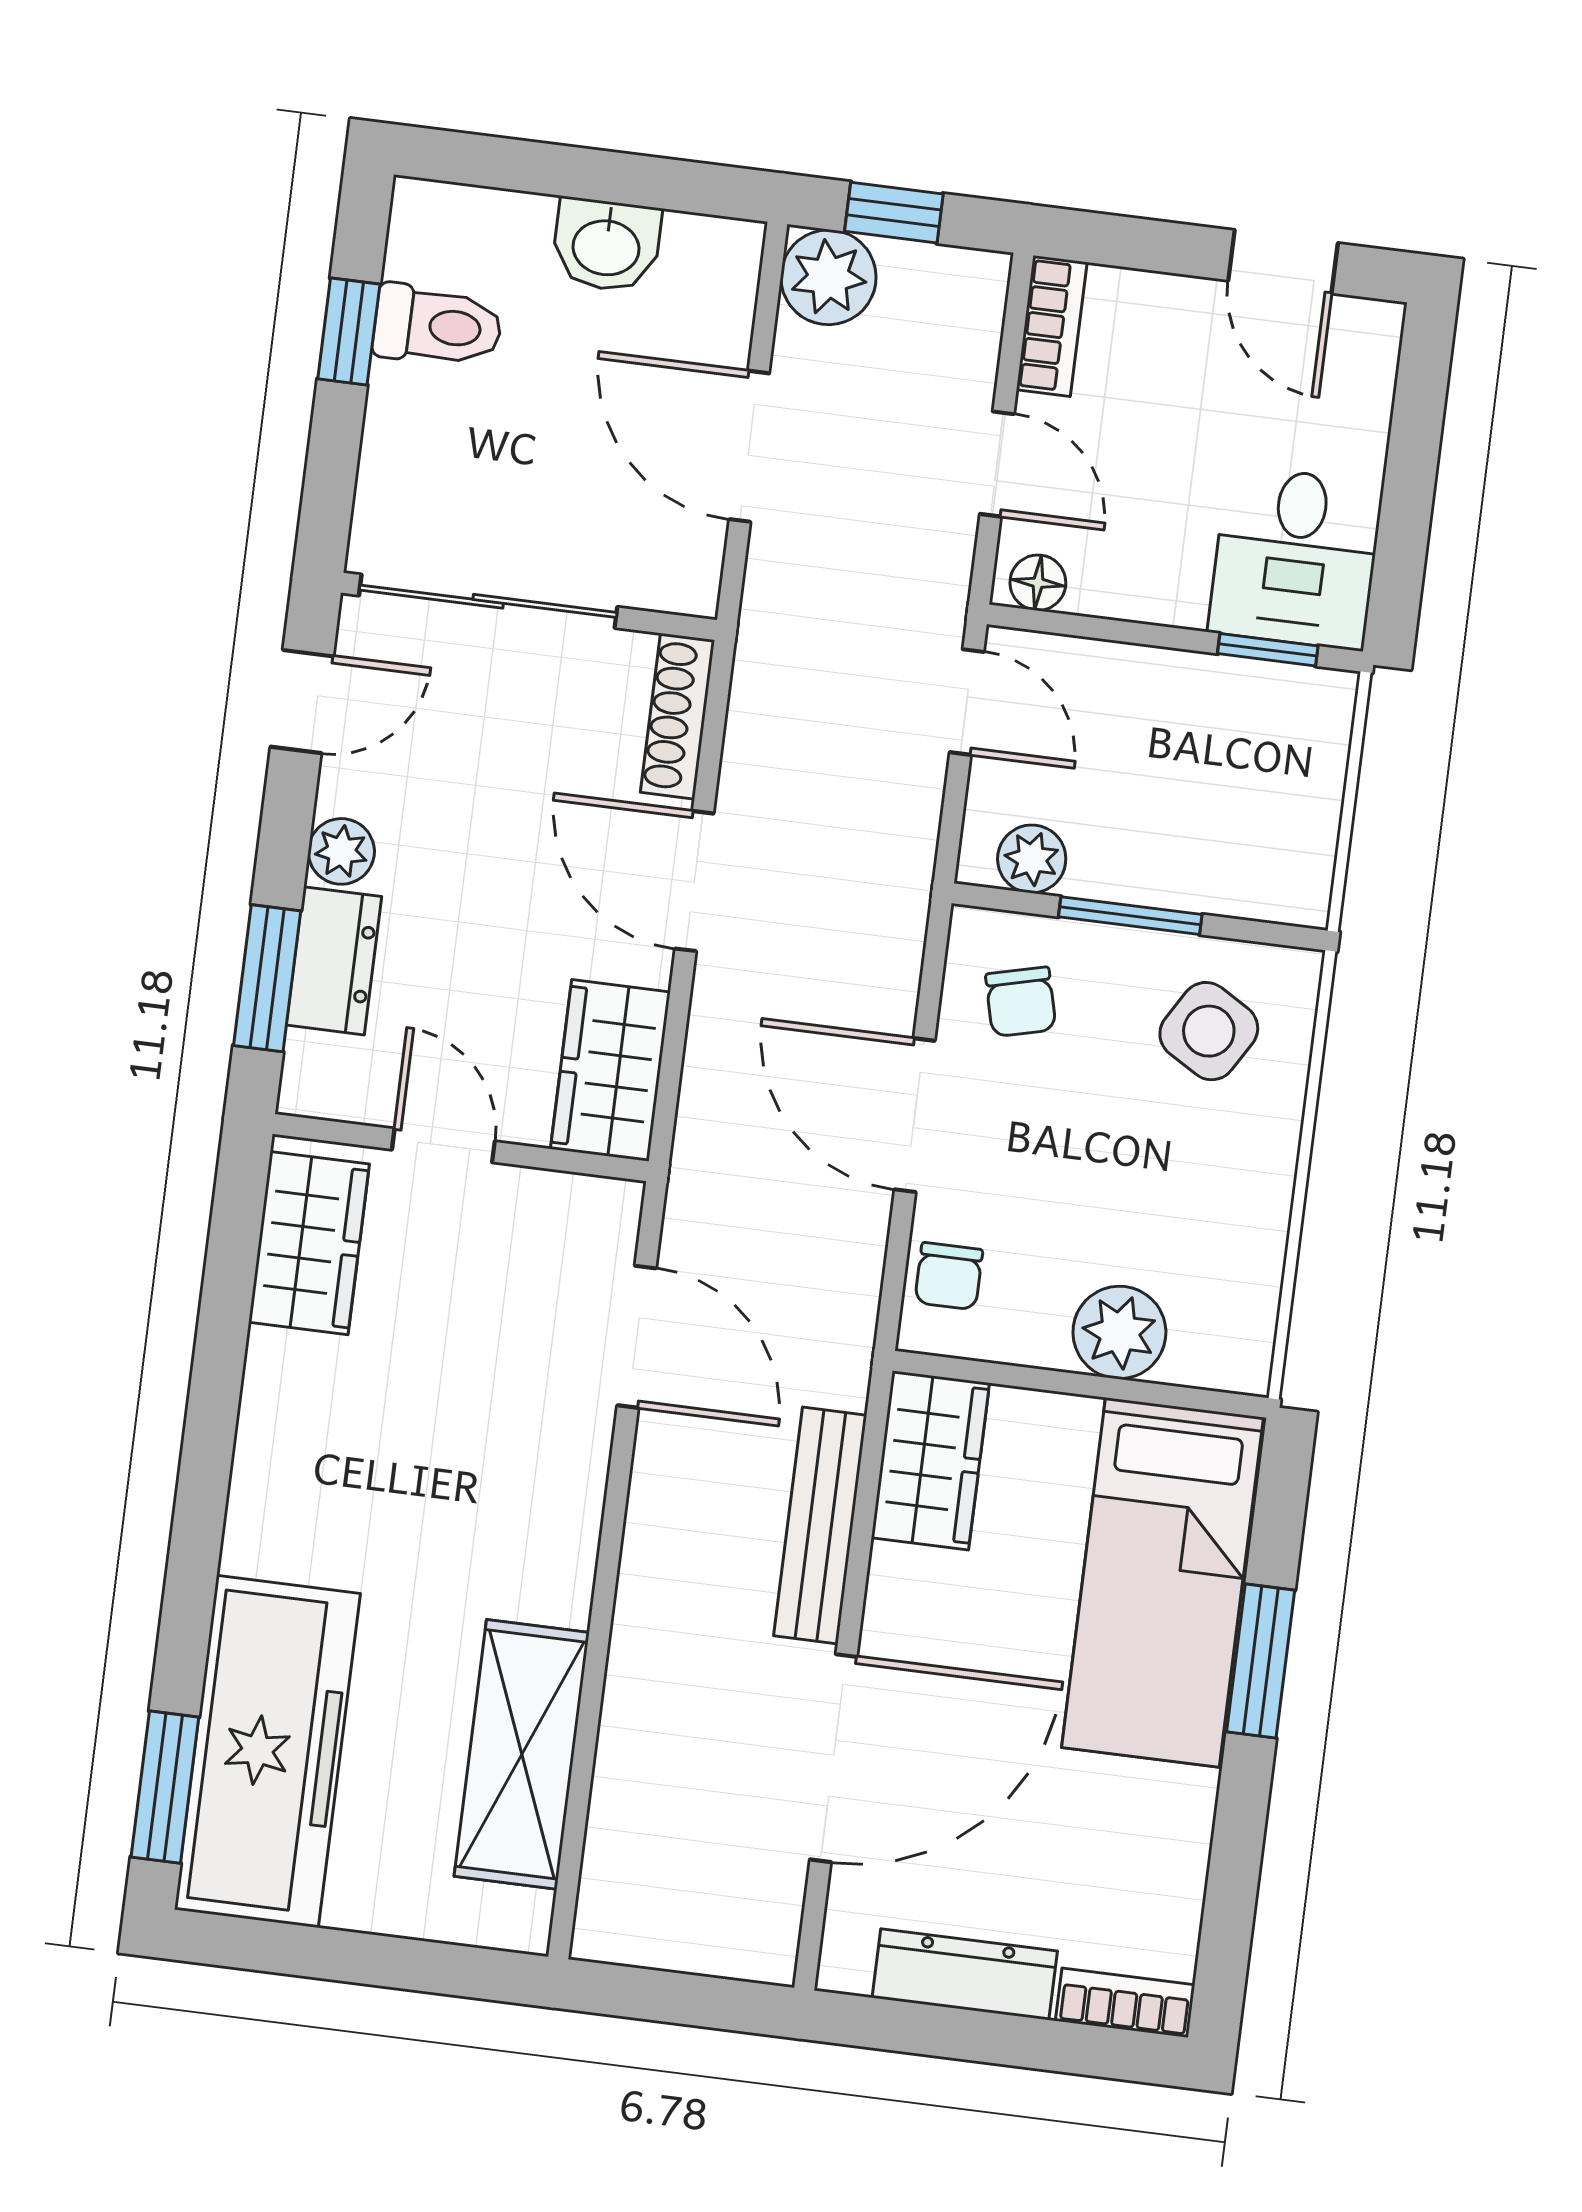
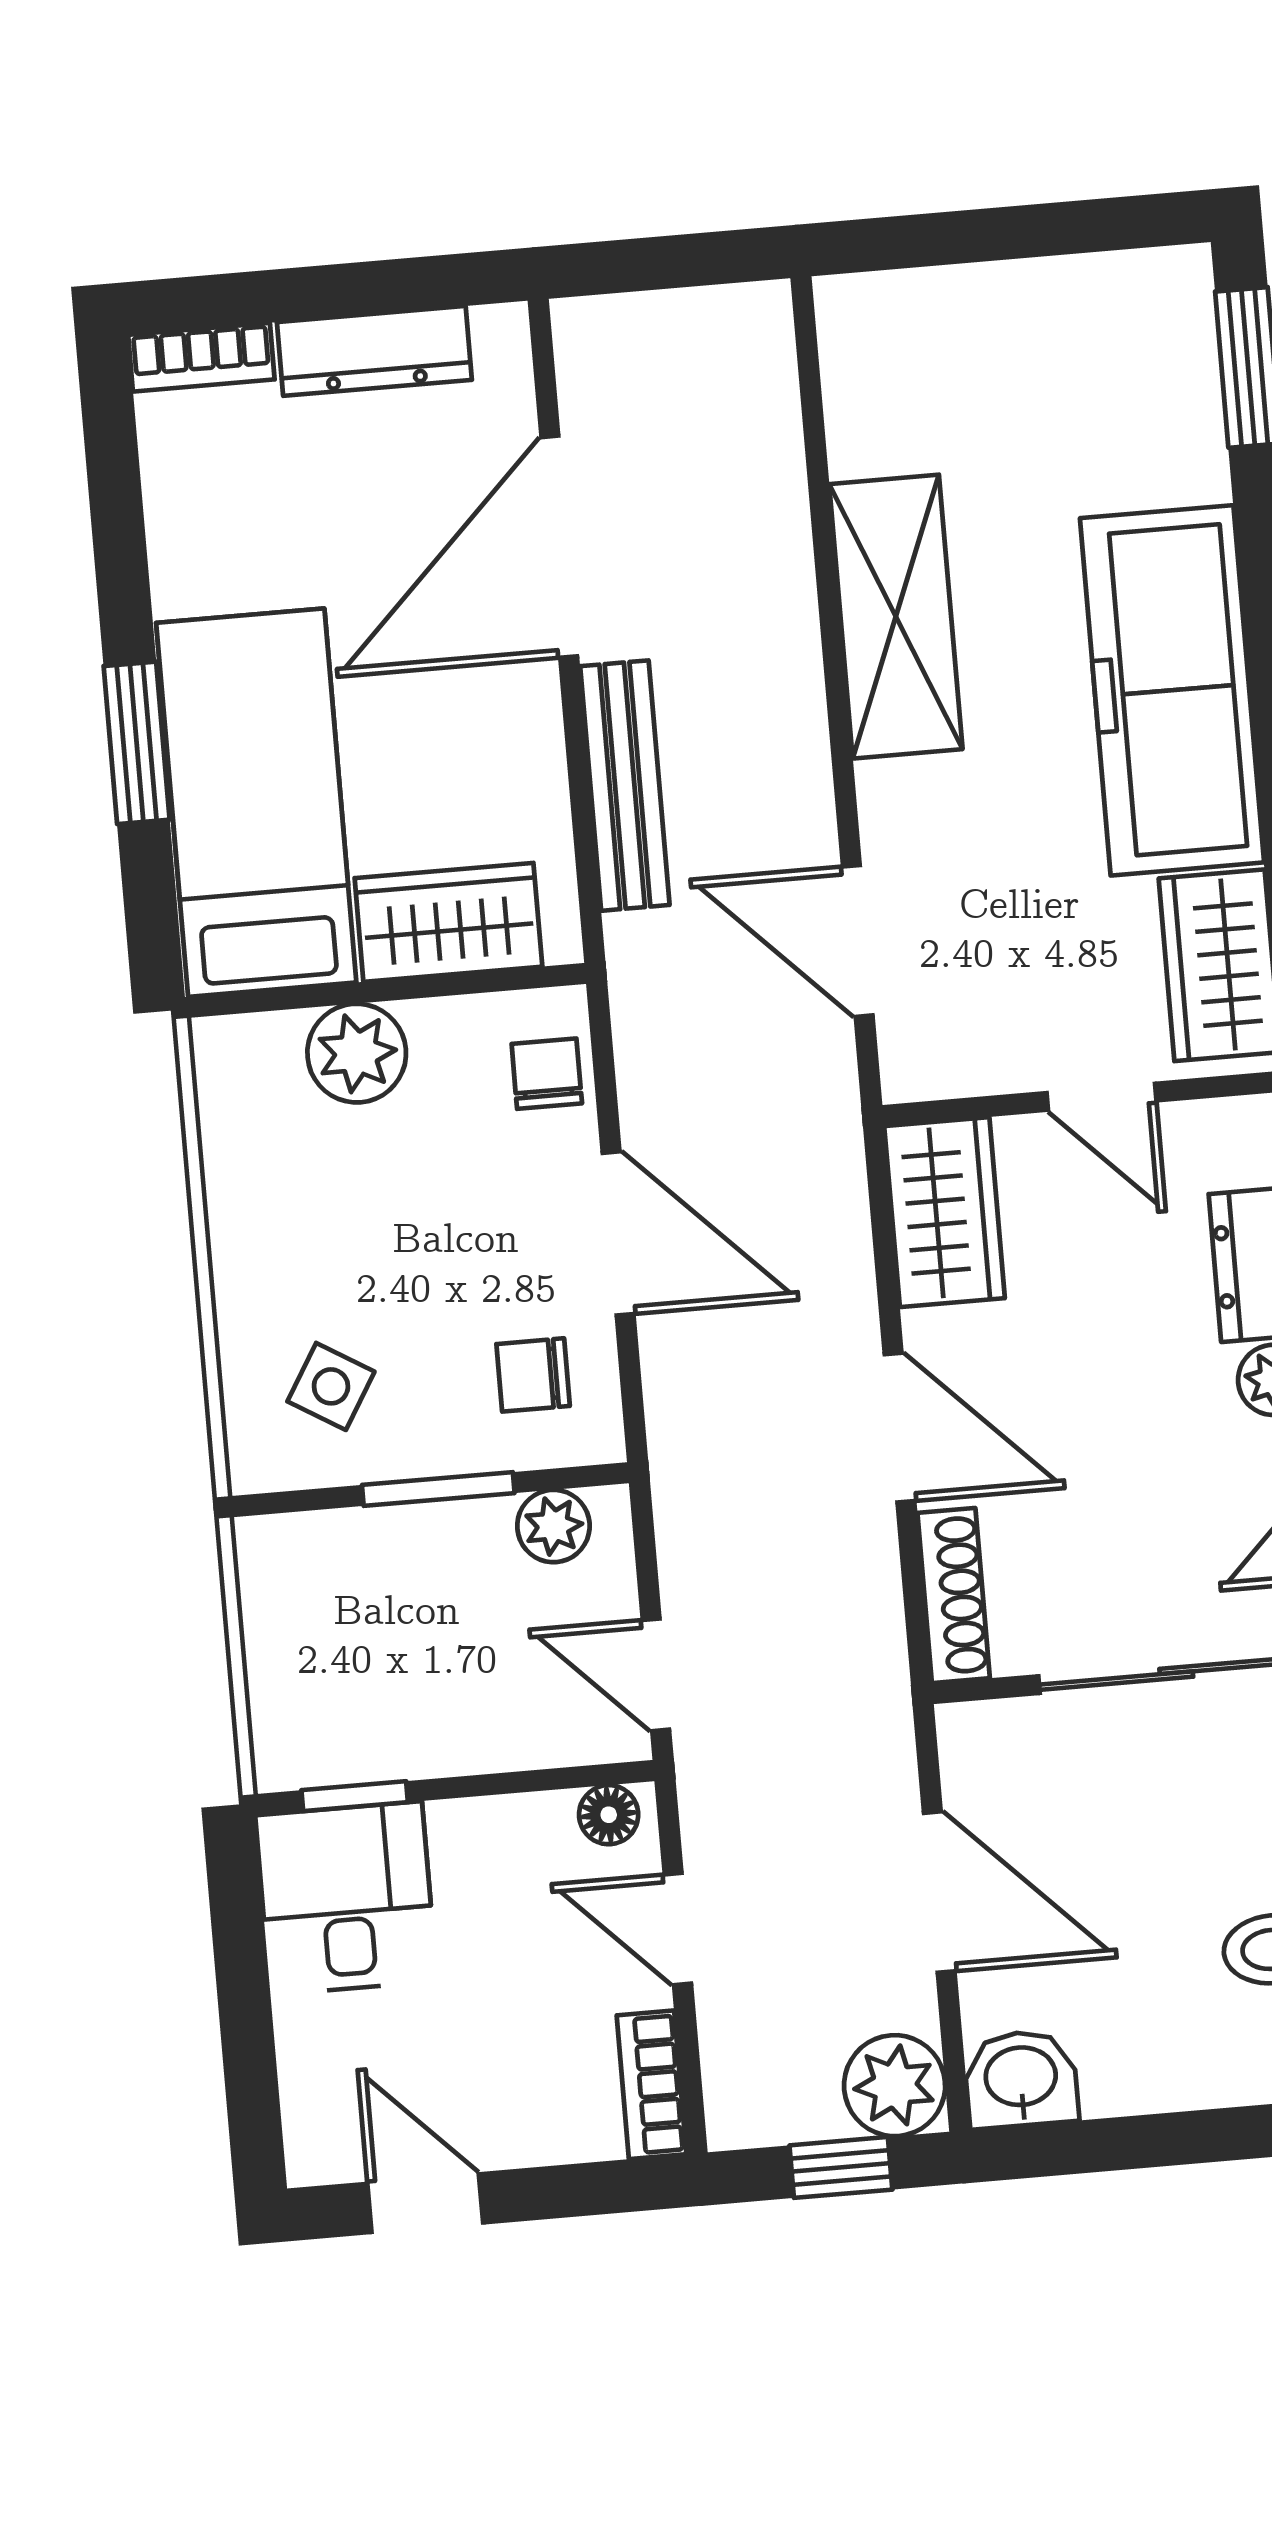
washbasin: (606, 245) -> (1021, 2079), moved
chair: (1021, 1002) -> (533, 1375), turned -76
side table: (1209, 1031) -> (331, 1386), width x0.73, depth x0.73
wardrobe: (930, 1460) -> (448, 922), moved, turned 90
freezer: (267, 1751) -> (1172, 690), moved
shelving: (522, 1754) -> (896, 617), moved

